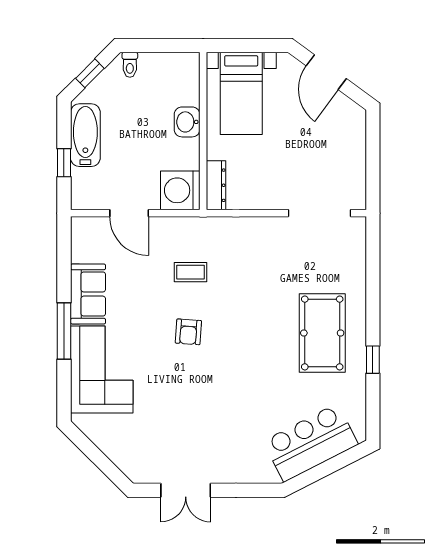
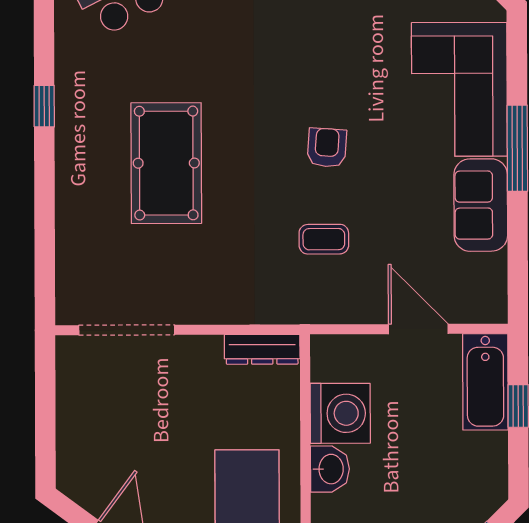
bathtub: (85, 135) -> (485, 382), moved
dresser: (216, 185) -> (262, 349), moved, turned -90
washing machine: (180, 190) -> (340, 413), moved
pool table: (322, 333) -> (166, 163), moved

